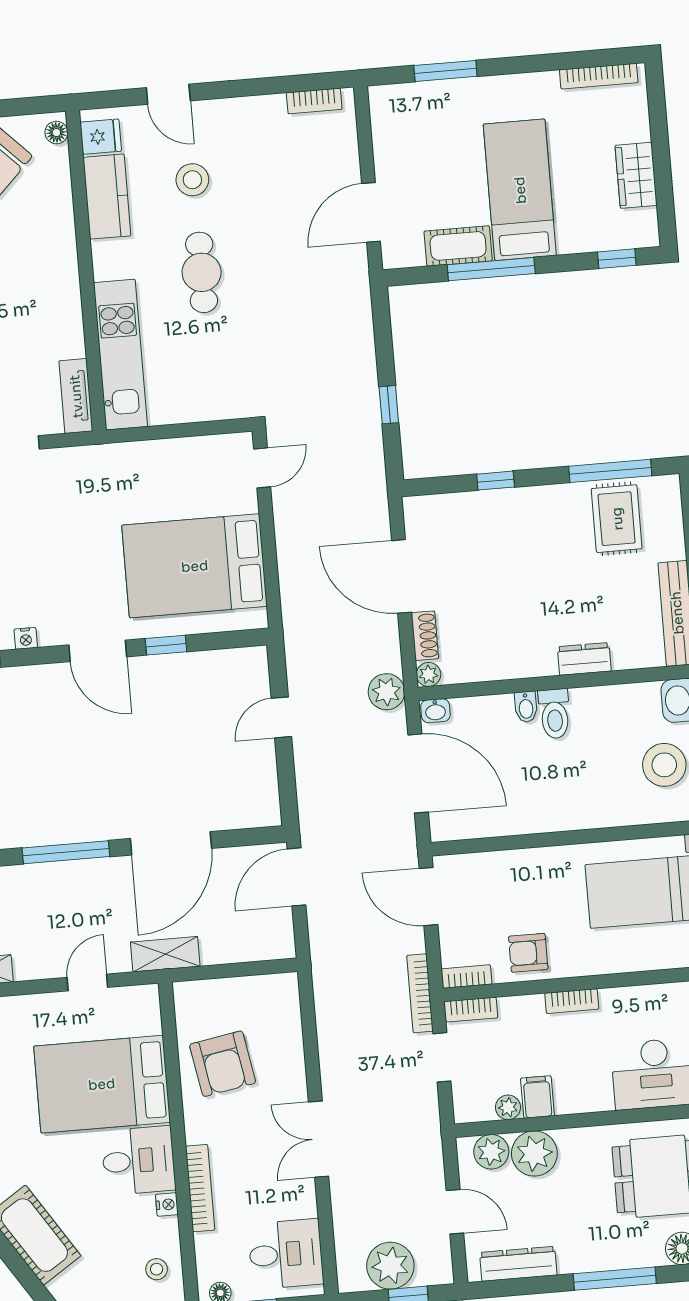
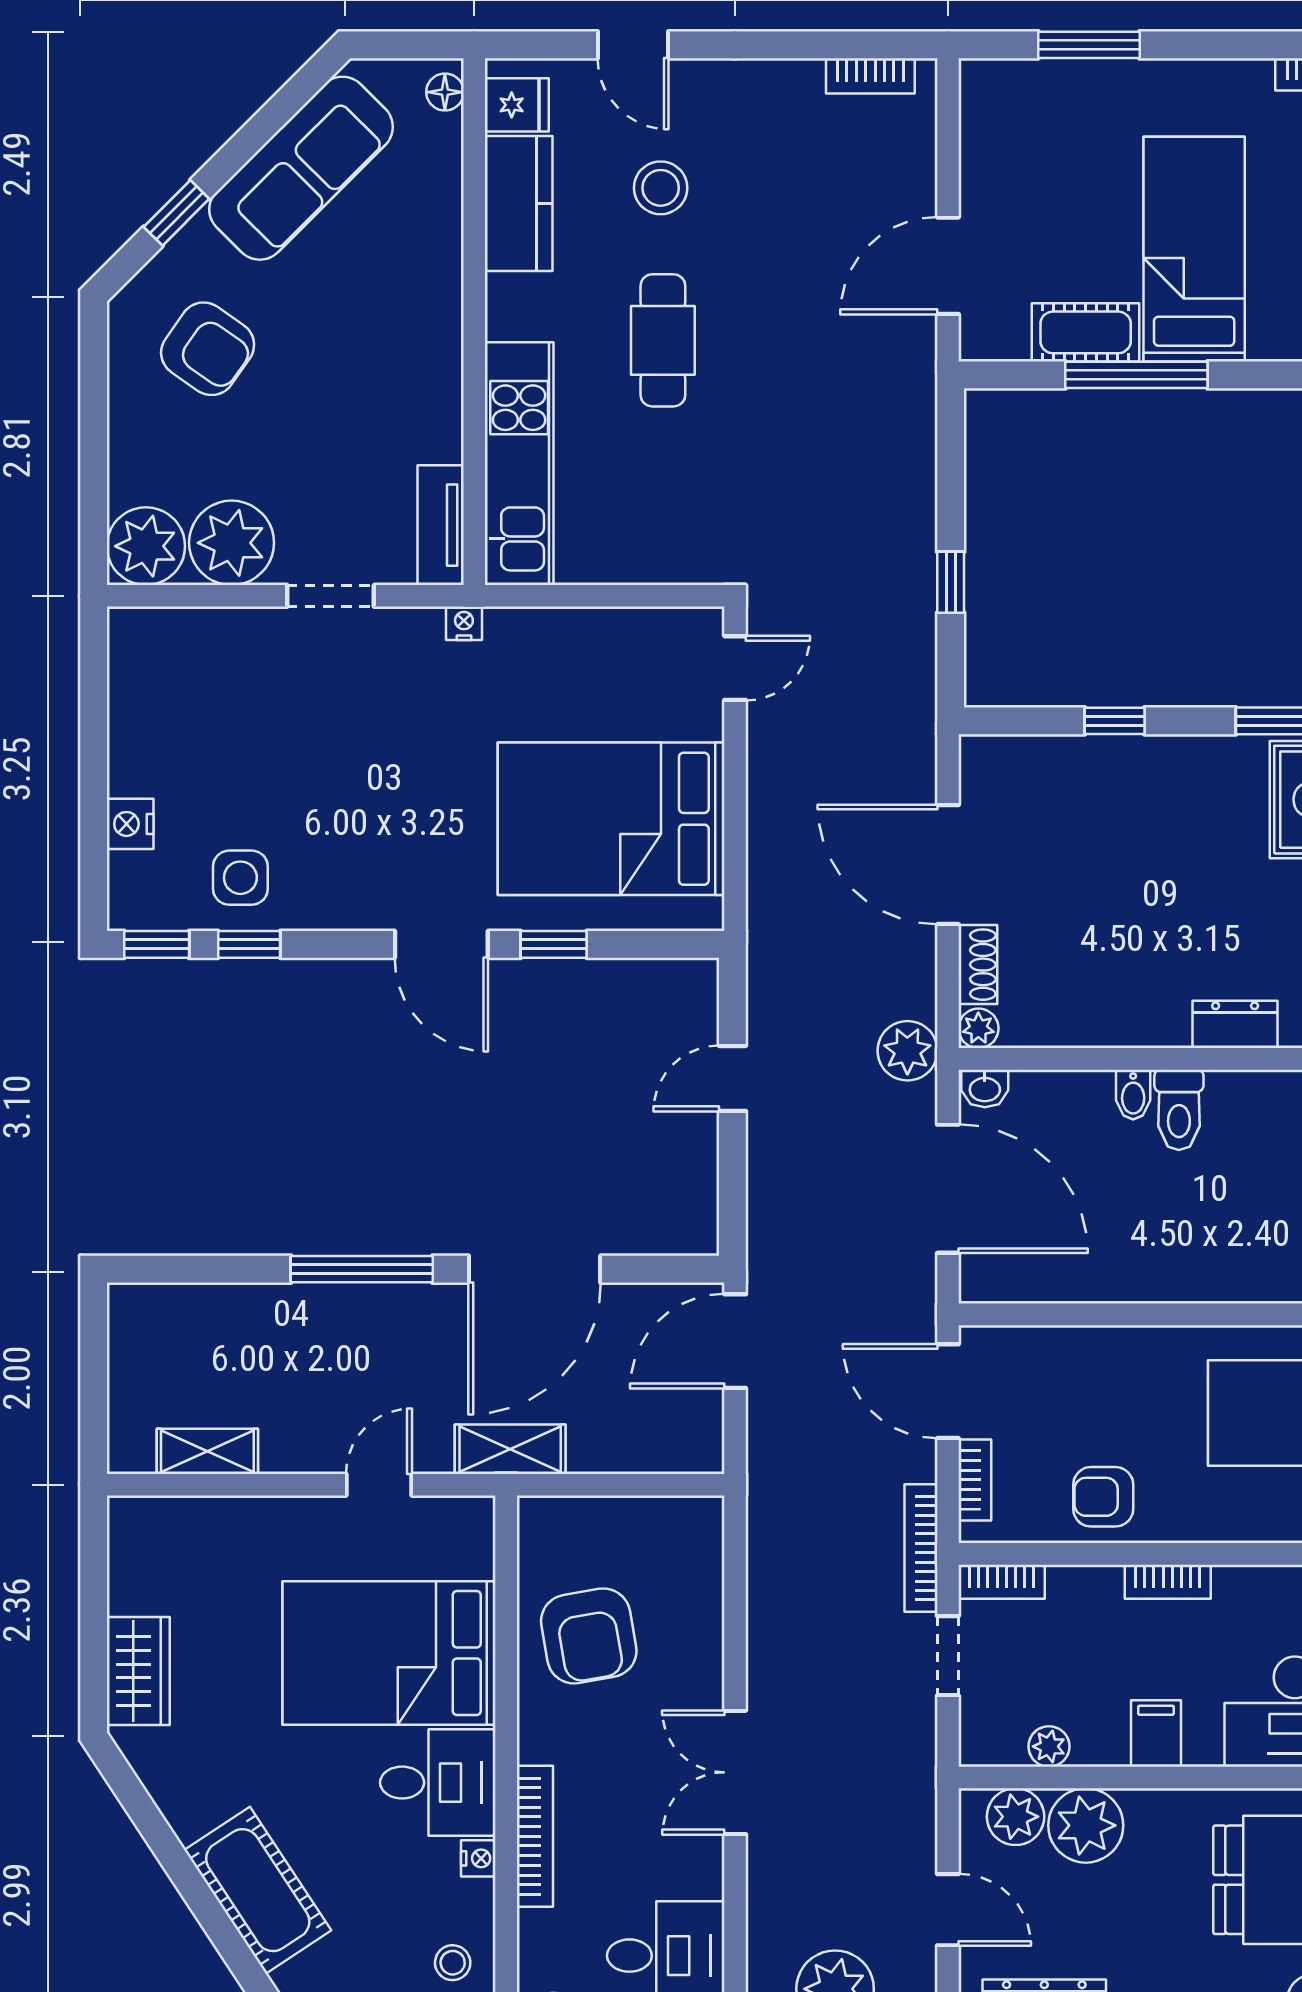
nightstand: (26, 638) -> (464, 623), moved, turned 180
bookcase: (467, 977) -> (975, 1480), moved, turned 90
filing cabinet: (537, 1097) -> (1156, 1734), moved

